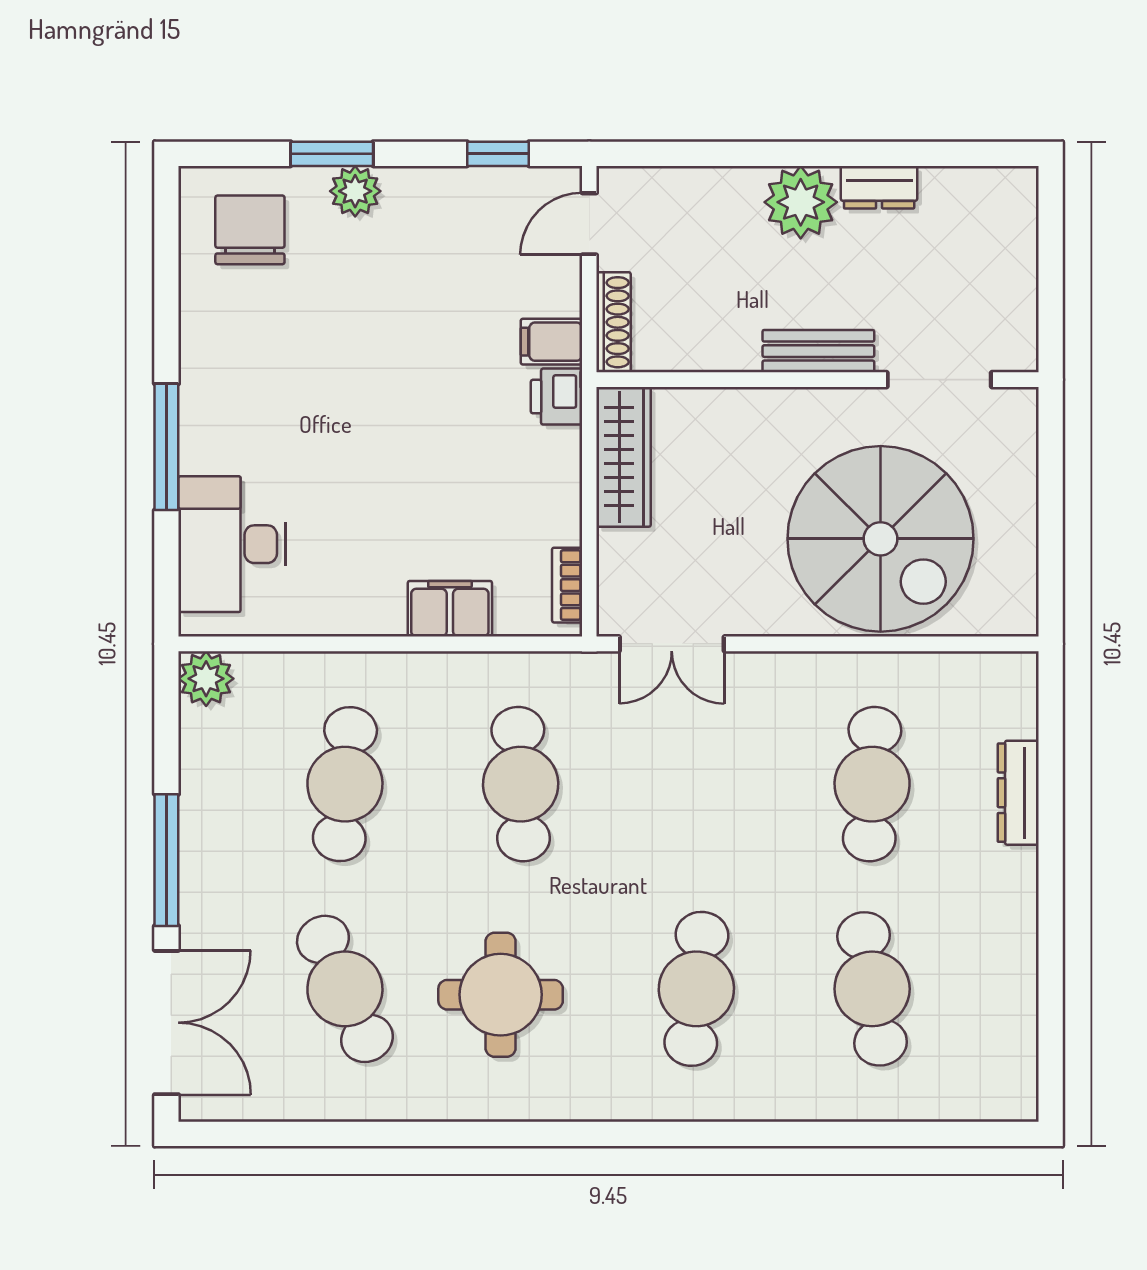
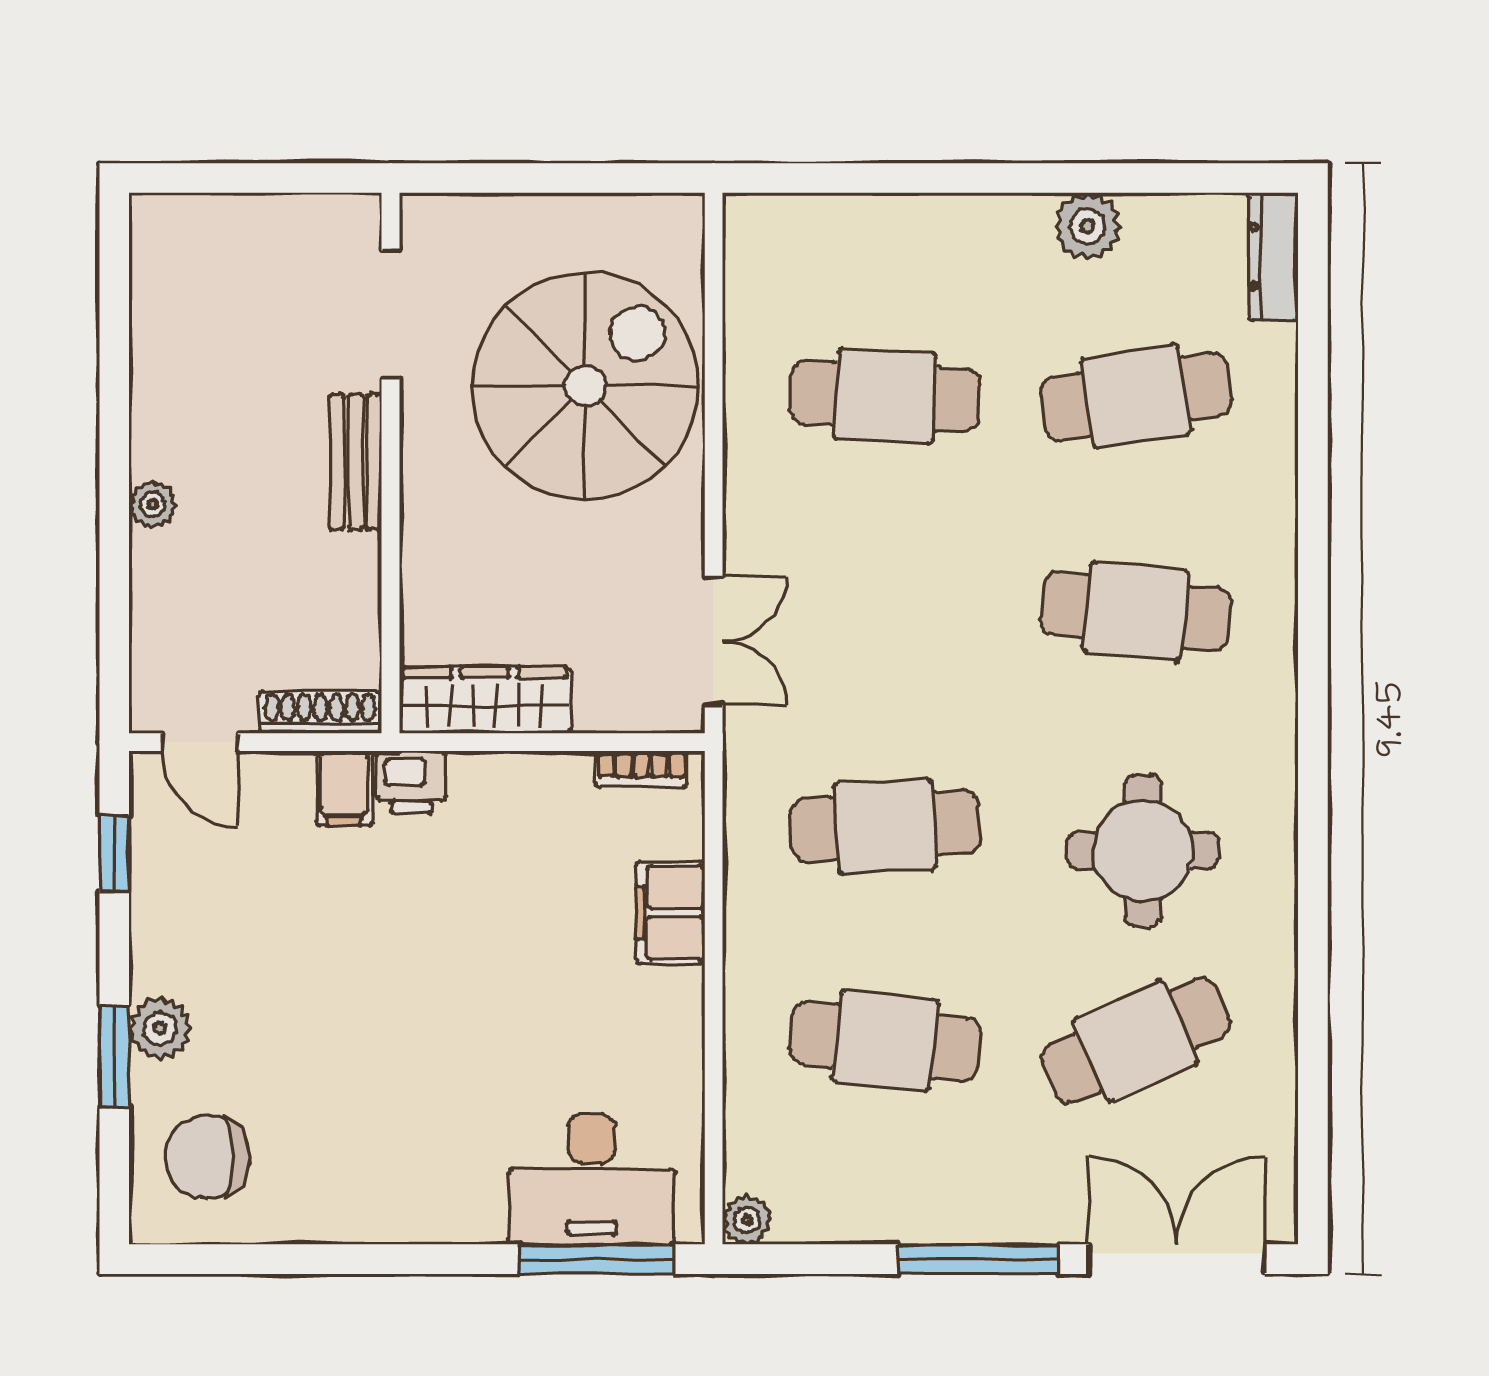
dresser: (879, 187) -> (155, 388), removed
plant: (801, 202) -> (153, 504), width x0.53, depth x0.53
window: (166, 447) -> (596, 1259), moved
plant: (206, 679) -> (747, 1220), width x0.73, depth x0.73
dresser: (1018, 793) -> (1273, 256), moved, turned 90
plant: (1011, 950) -> (1087, 226), added

